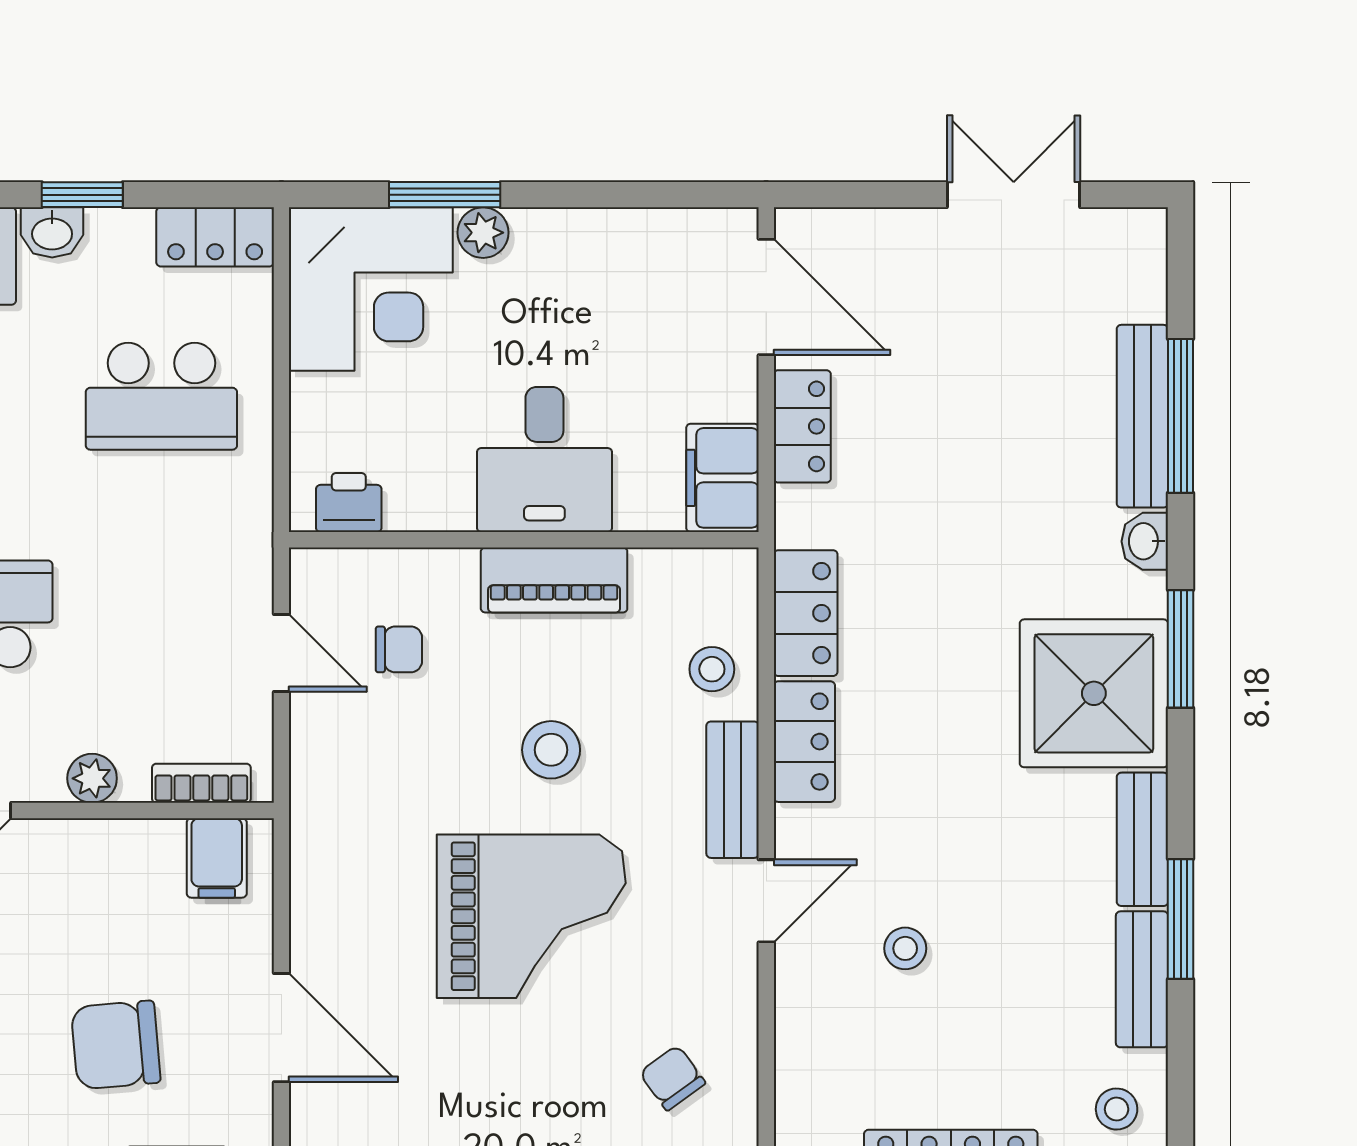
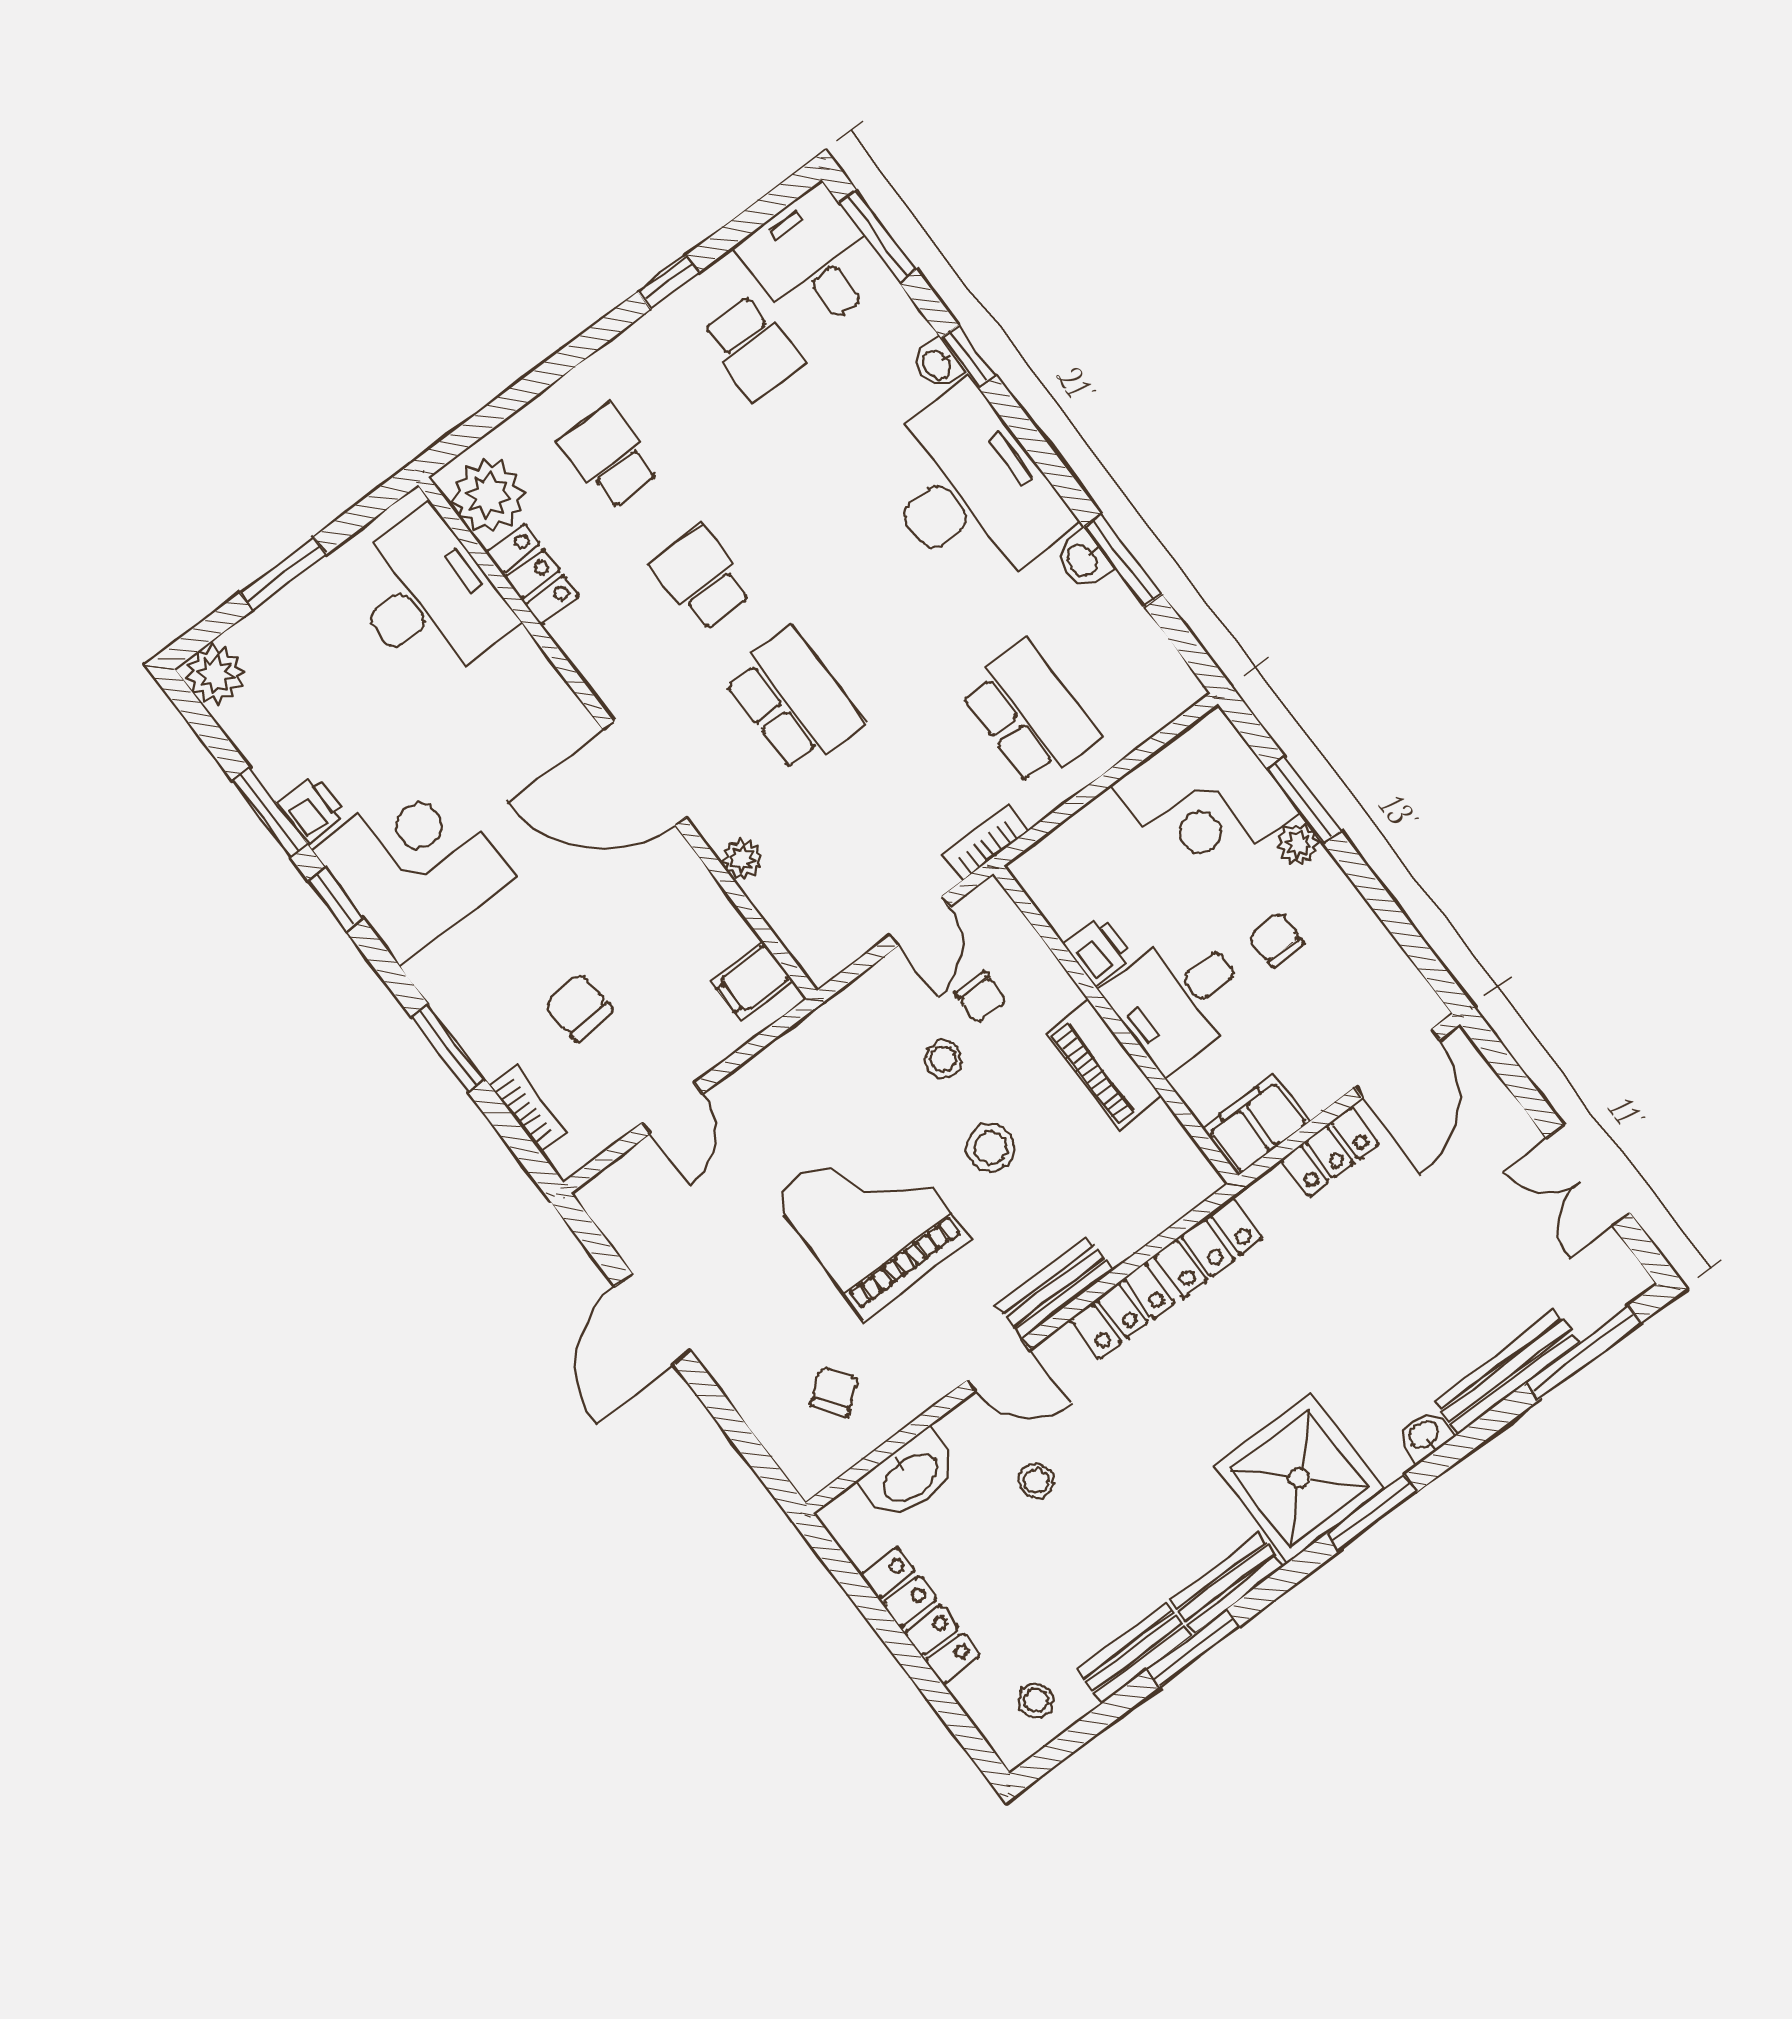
window: (82, 195) -> (1123, 561), width x1.50
double door: (1014, 195) -> (1588, 1176), swing flipped
locker: (215, 237) -> (1161, 669), removed
chair: (559, 323) -> (1276, 940), added
school desk: (161, 396) -> (1029, 714), turned 180
window: (1181, 416) -> (1584, 1352), moved
printer: (349, 503) -> (1098, 950), moved
stool: (712, 669) -> (943, 1059), moved
bookcase: (201, 783) -> (985, 843), moved, turned -90
grand piano: (531, 916) -> (871, 1218), turned 180
door: (281, 1028) -> (672, 1108), width x0.73
chair: (116, 1045) -> (578, 1007), width x0.73, depth x0.73
washbasin: (809, 1067) -> (910, 1476), added

